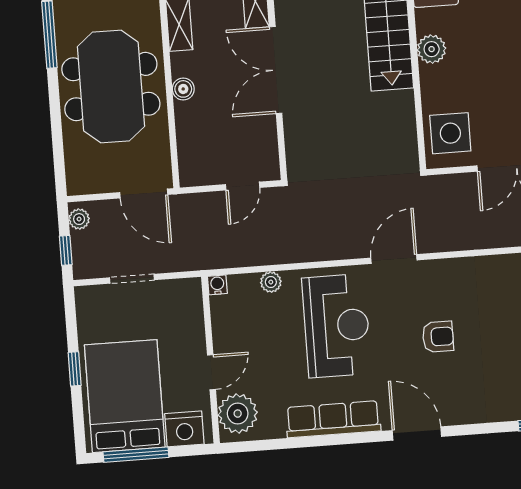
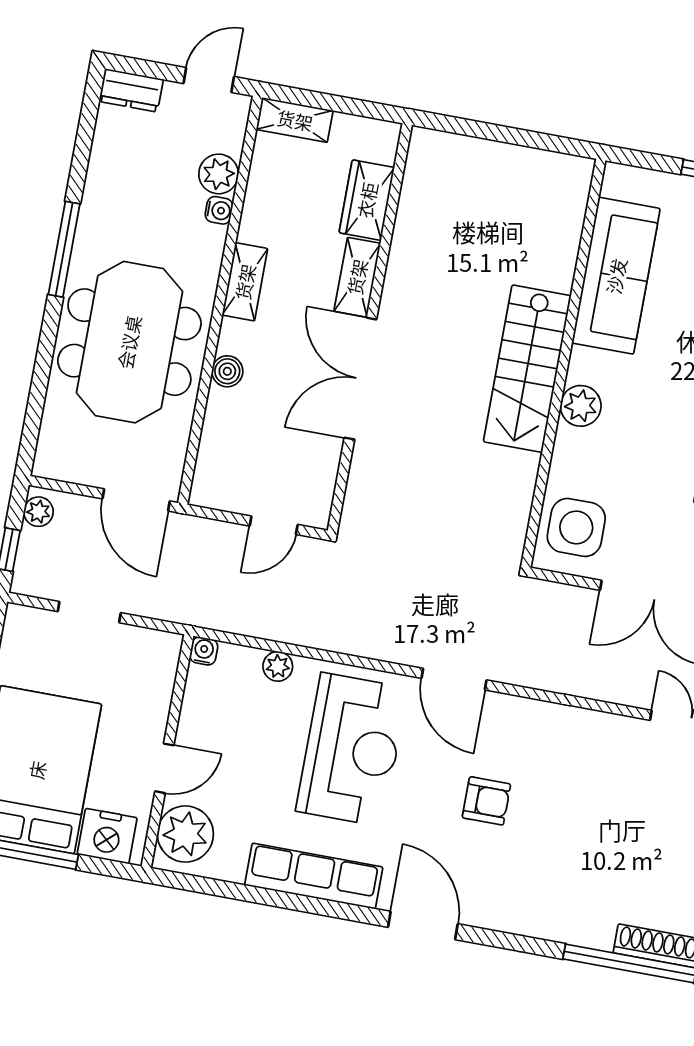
door: (394, 259) -> (454, 679), swing flipped

